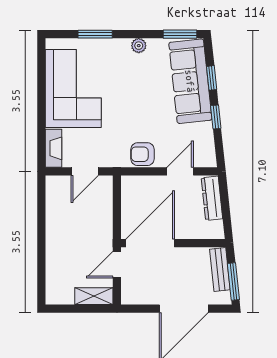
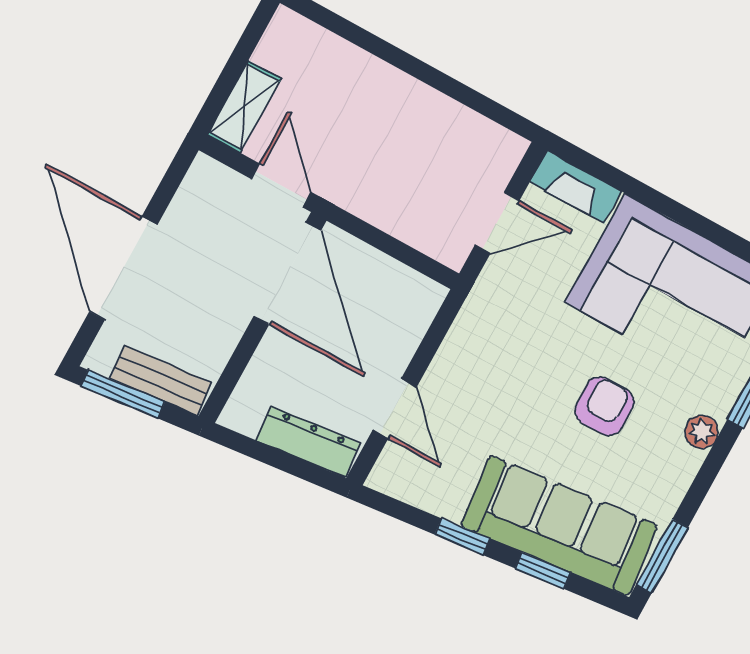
plant: (139, 46) -> (702, 432), moved
armchair: (142, 154) -> (604, 406), moved
door: (85, 171) -> (497, 223), swing flipped

